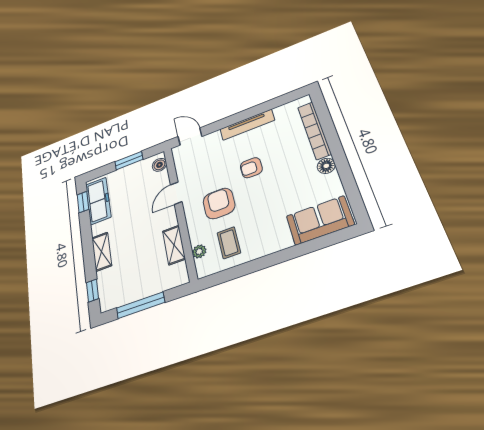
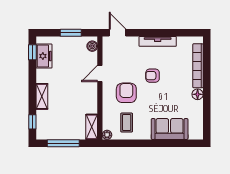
freezer: (98, 201) -> (44, 56), width x0.71
sofa: (320, 220) -> (170, 129), moved
shelving: (174, 245) -> (92, 127), moved
plant: (199, 251) -> (107, 135), moved

